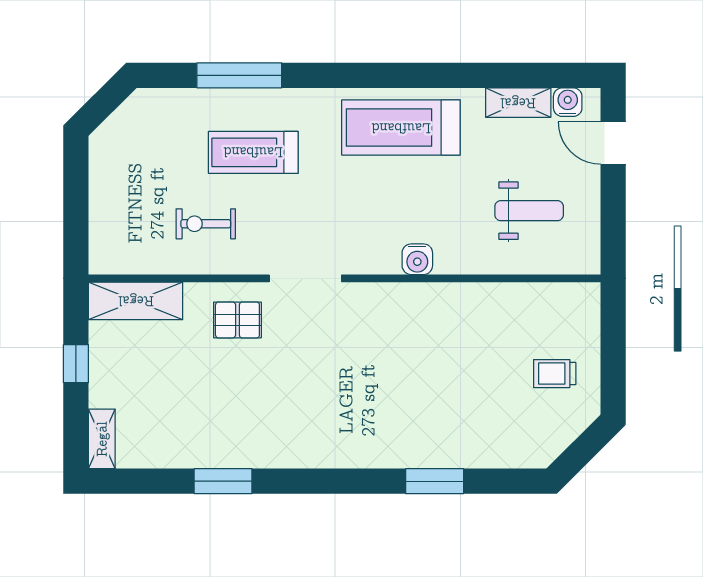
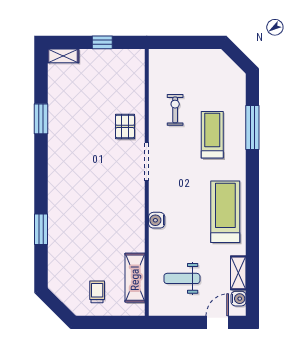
weight bench: (529, 211) -> (182, 278), turned 90
shelving: (136, 301) -> (135, 278), moved

